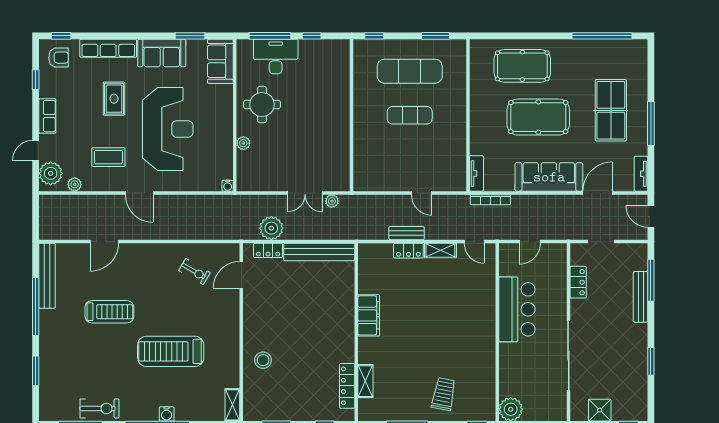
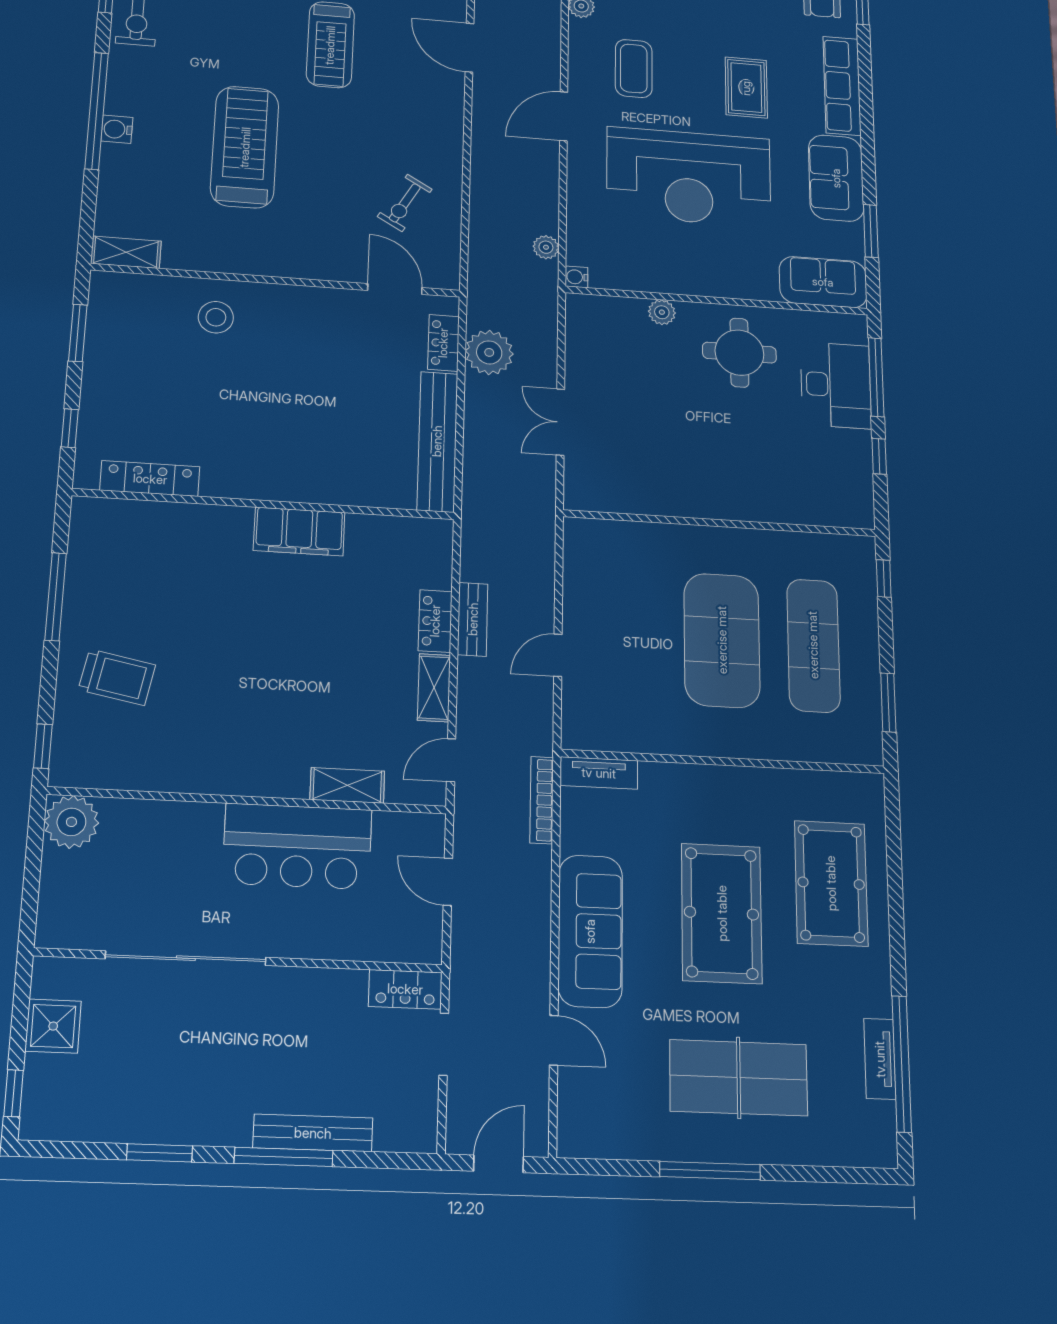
rug: (114, 99) -> (746, 88), turned 90
exercise mat: (410, 115) -> (722, 640), width x2.00, depth x1.45
tv unit: (641, 174) -> (880, 1059), moved, turned -90
door: (598, 193) -> (554, 1040), width x0.73
plant: (332, 201) -> (546, 247), moved
window: (651, 280) -> (284, 1157), moved
locker: (578, 282) -> (405, 989), moved
shelving: (365, 381) -> (347, 785), moved

